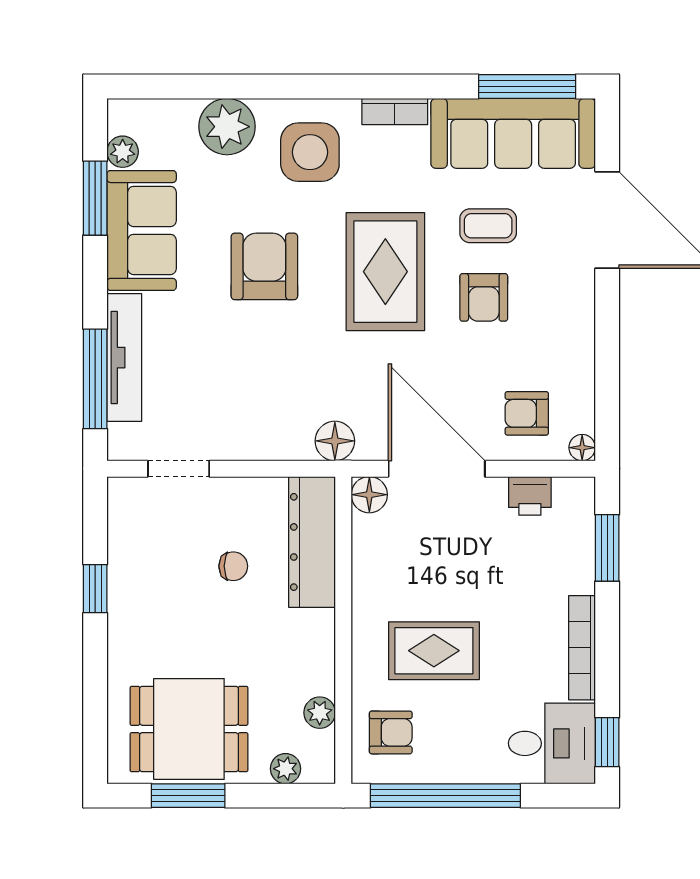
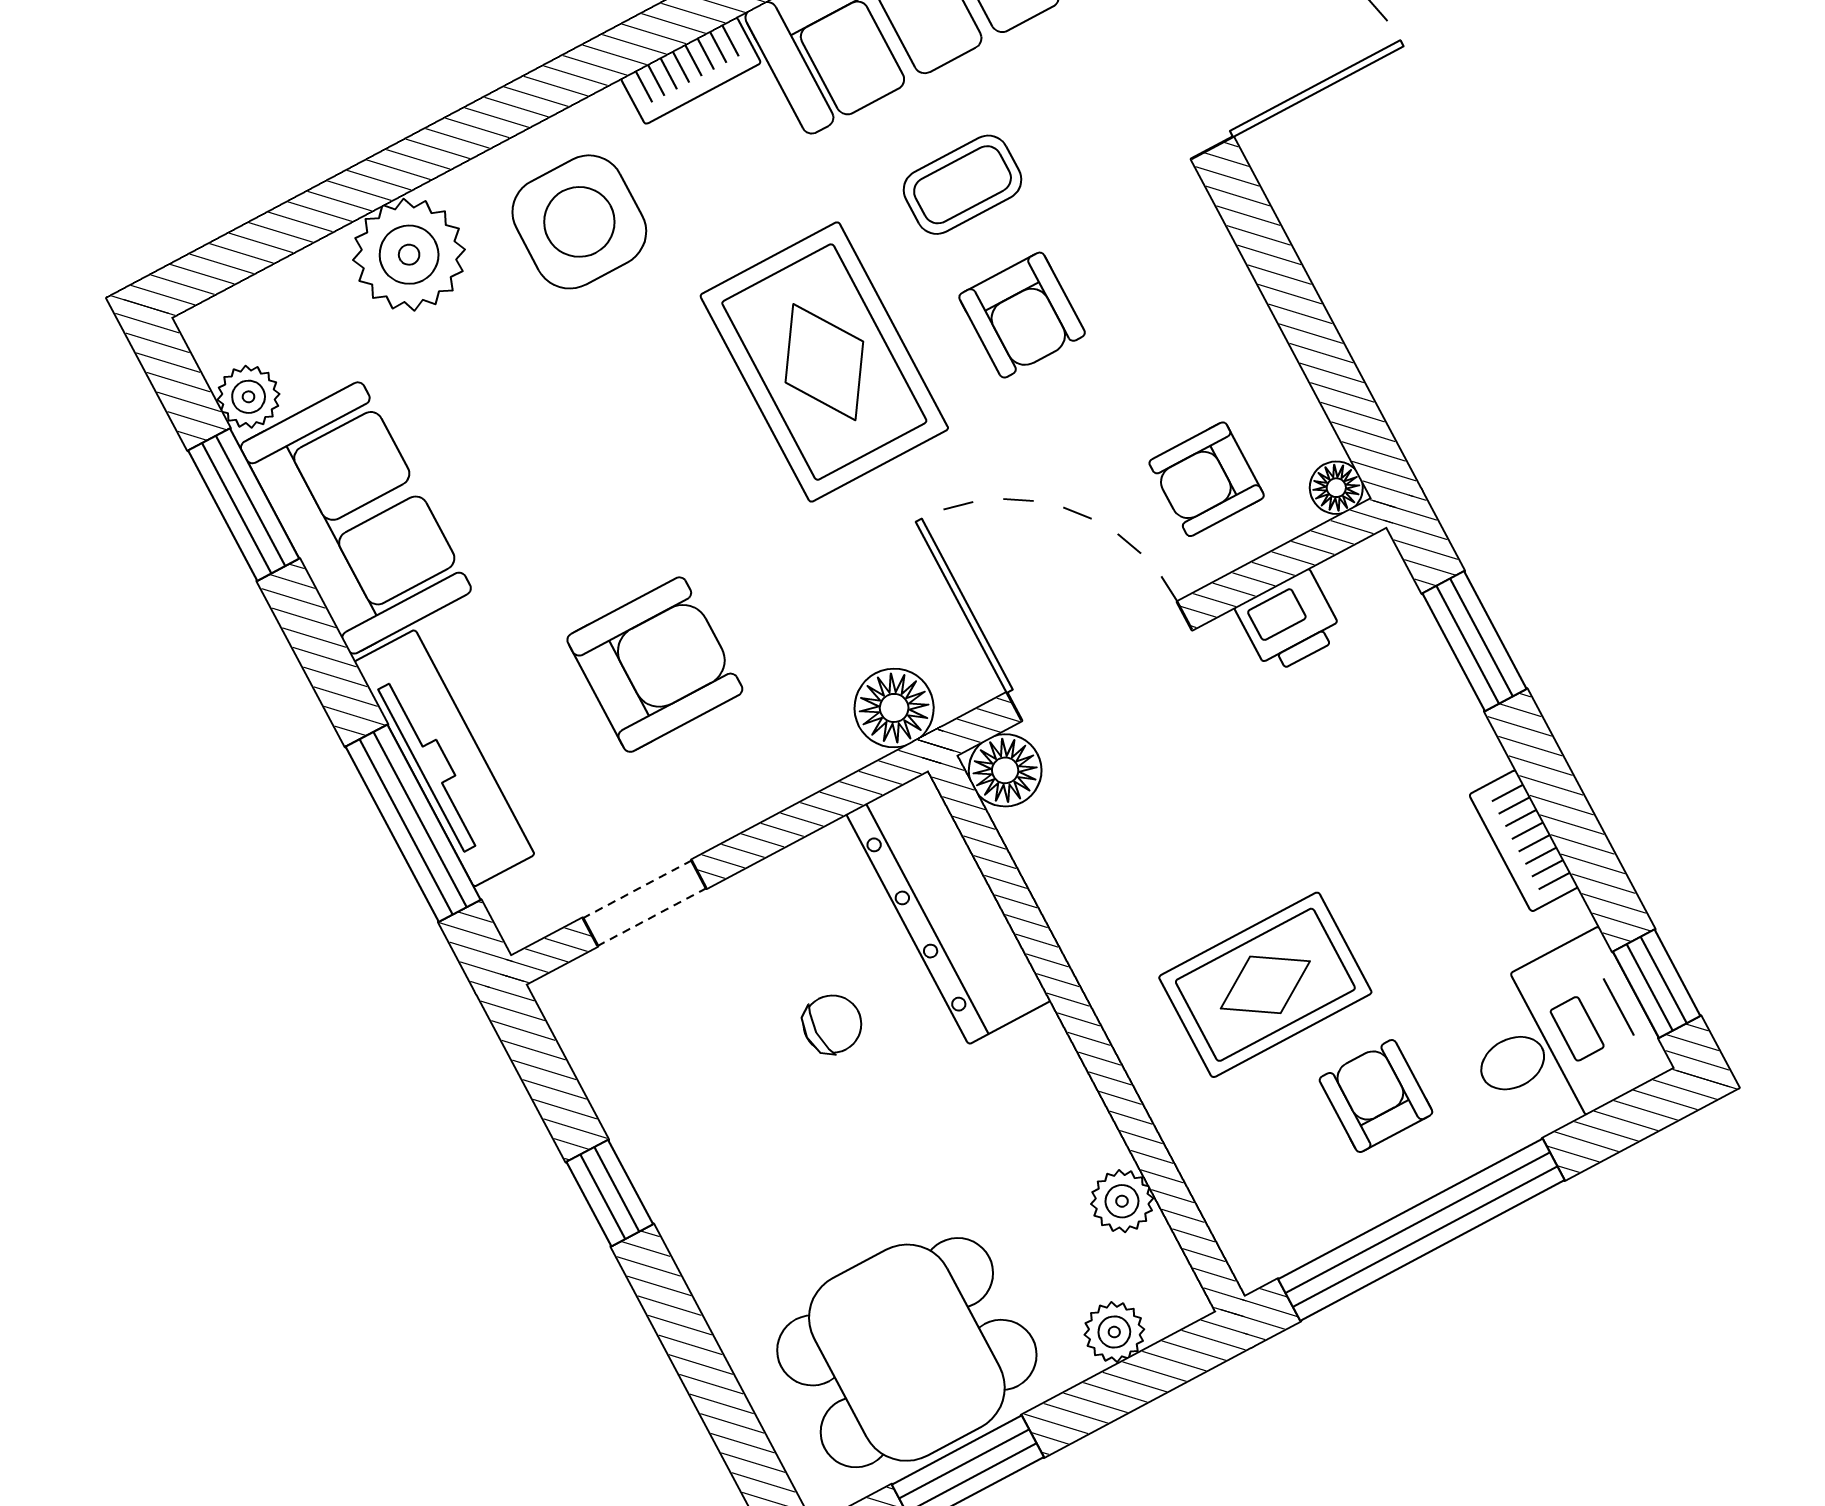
armchair: (264, 266) -> (655, 665), moved, turned 90
bookcase: (582, 648) -> (1524, 841), width x0.64
armchair: (391, 732) -> (1376, 1096), moved, turned -90

